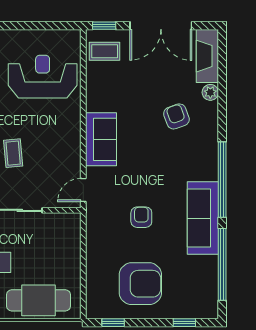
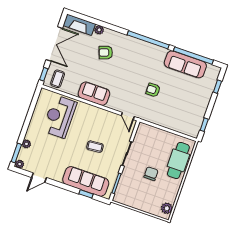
sofa: (101, 139) -> (94, 94), moved
sofa: (203, 218) -> (185, 64), moved
armchair: (140, 284) -> (188, 103), removed

